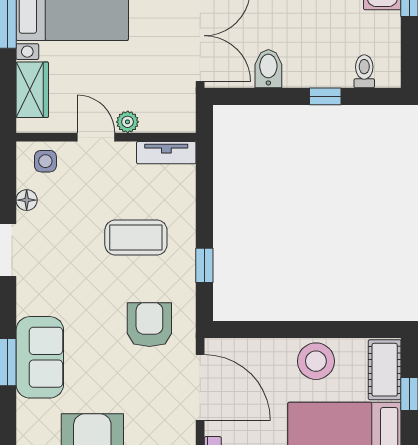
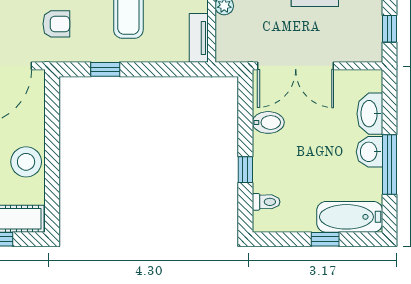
armchair: (149, 325) -> (56, 24), width x0.72, depth x0.72

